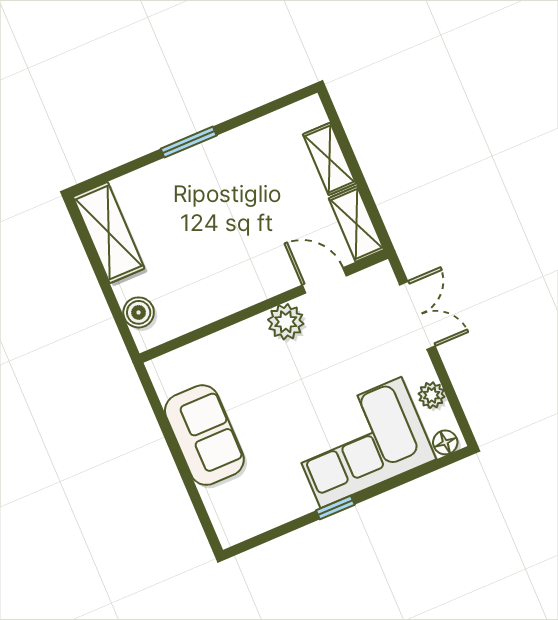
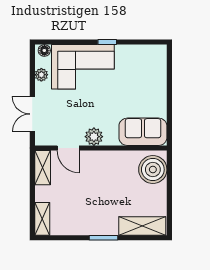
shelving: (329, 159) -> (42, 219), moved
shelving: (109, 233) -> (142, 226), moved, turned 90
boiler: (139, 312) -> (153, 170), width x1.86, depth x1.86
sofa: (204, 435) -> (143, 132), moved, turned 90

